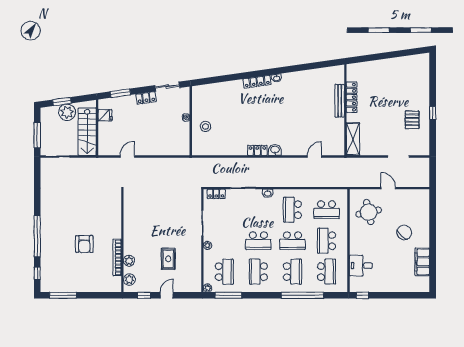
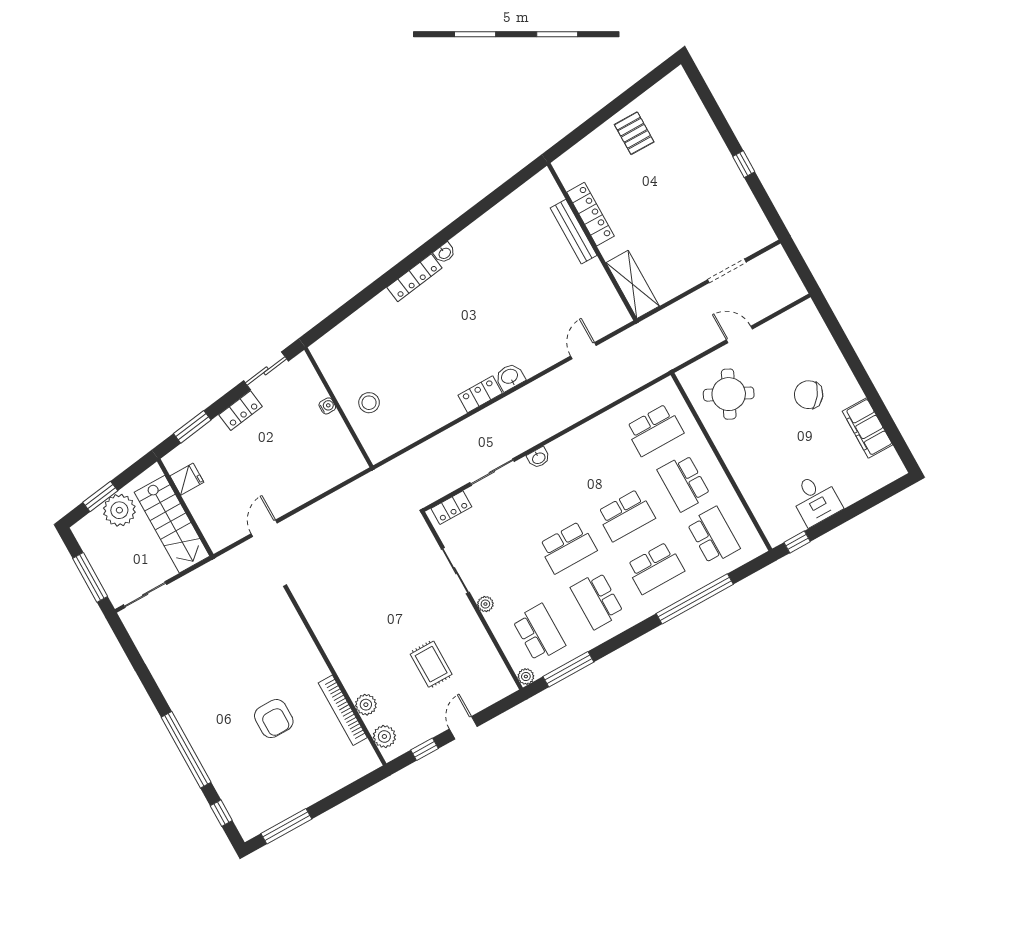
pallet: (412, 120) -> (634, 133), moved
school desk: (292, 210) -> (596, 462), removed
round table: (369, 212) -> (729, 394), turned 38
chair: (404, 232) -> (809, 395), turned -98
desk: (361, 266) -> (815, 499), moved, turned -90
school desk: (292, 272) -> (655, 568), turned 90

